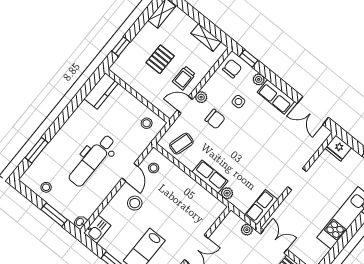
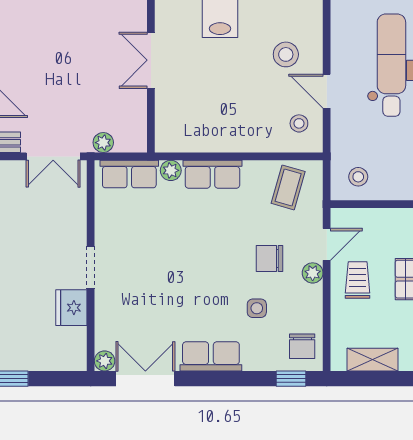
plant: (259, 79) -> (105, 361), moved
fridge: (338, 148) -> (71, 308), moved, turned -90
row of seats: (261, 207) -> (129, 174), moved, turned 90

